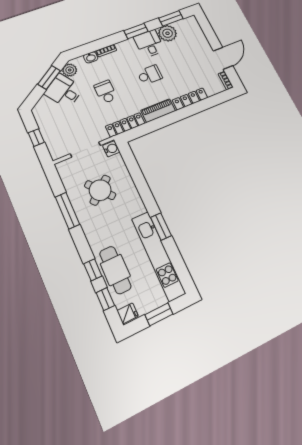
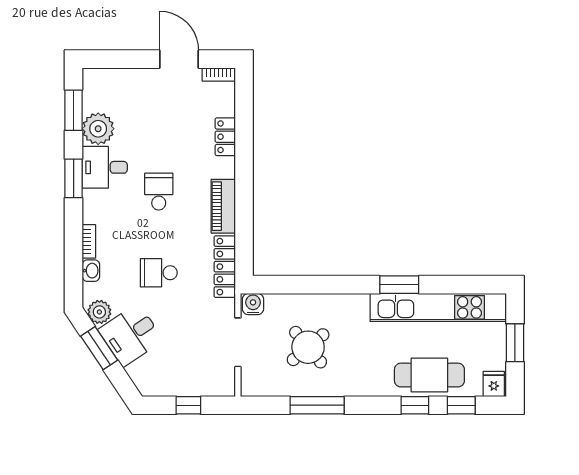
locker: (190, 99) -> (225, 137), width x0.66

